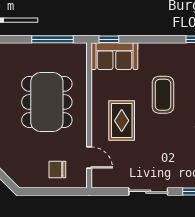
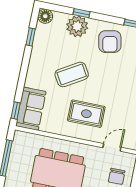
coffee table: (163, 95) -> (72, 74), turned -31

